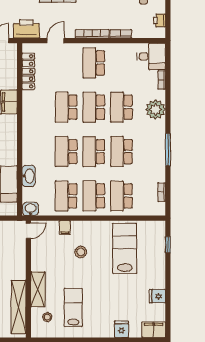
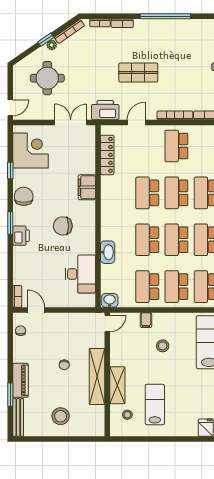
washbasin: (29, 176) -> (108, 252), moved
shelving: (19, 307) -> (97, 376), moved

